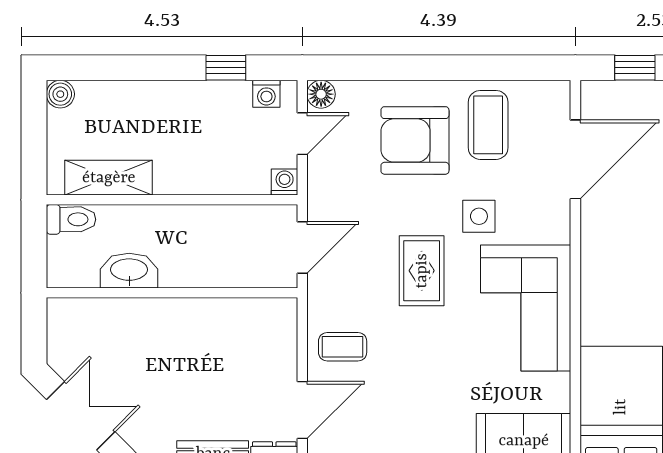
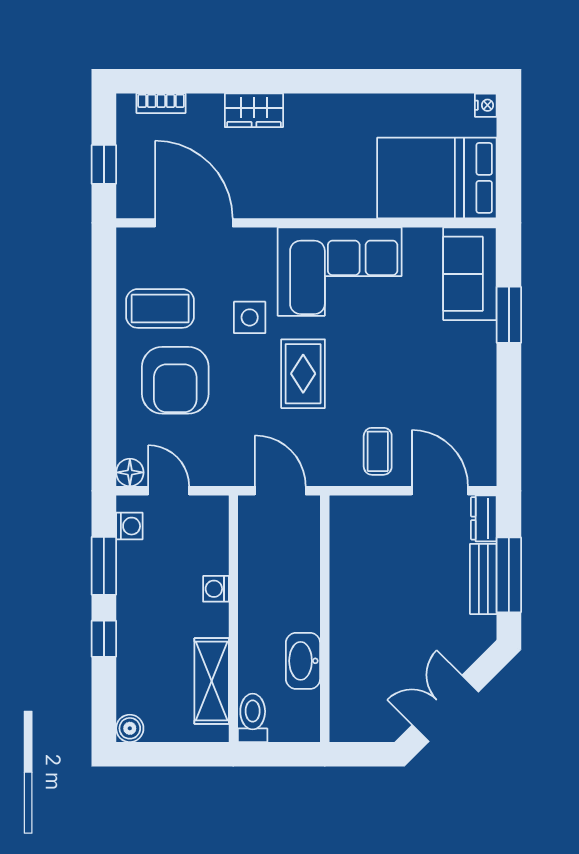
window: (152, 68) -> (104, 639), added
window: (226, 68) -> (104, 566), width x1.50
washing machine: (285, 182) -> (216, 589), moved
rug: (422, 271) -> (303, 374), turned 90

